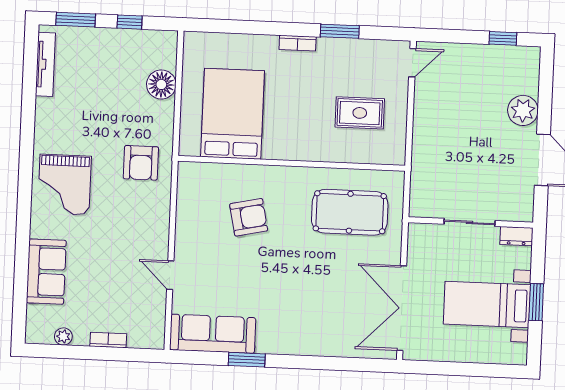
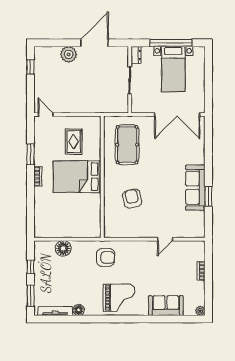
floor lamp: (45, 108) -> (79, 310), added
bed: (233, 114) -> (77, 177), moved
window: (536, 302) -> (171, 43), width x2.11
sofa: (213, 334) -> (195, 188), moved
plant: (63, 336) -> (200, 311), moved

